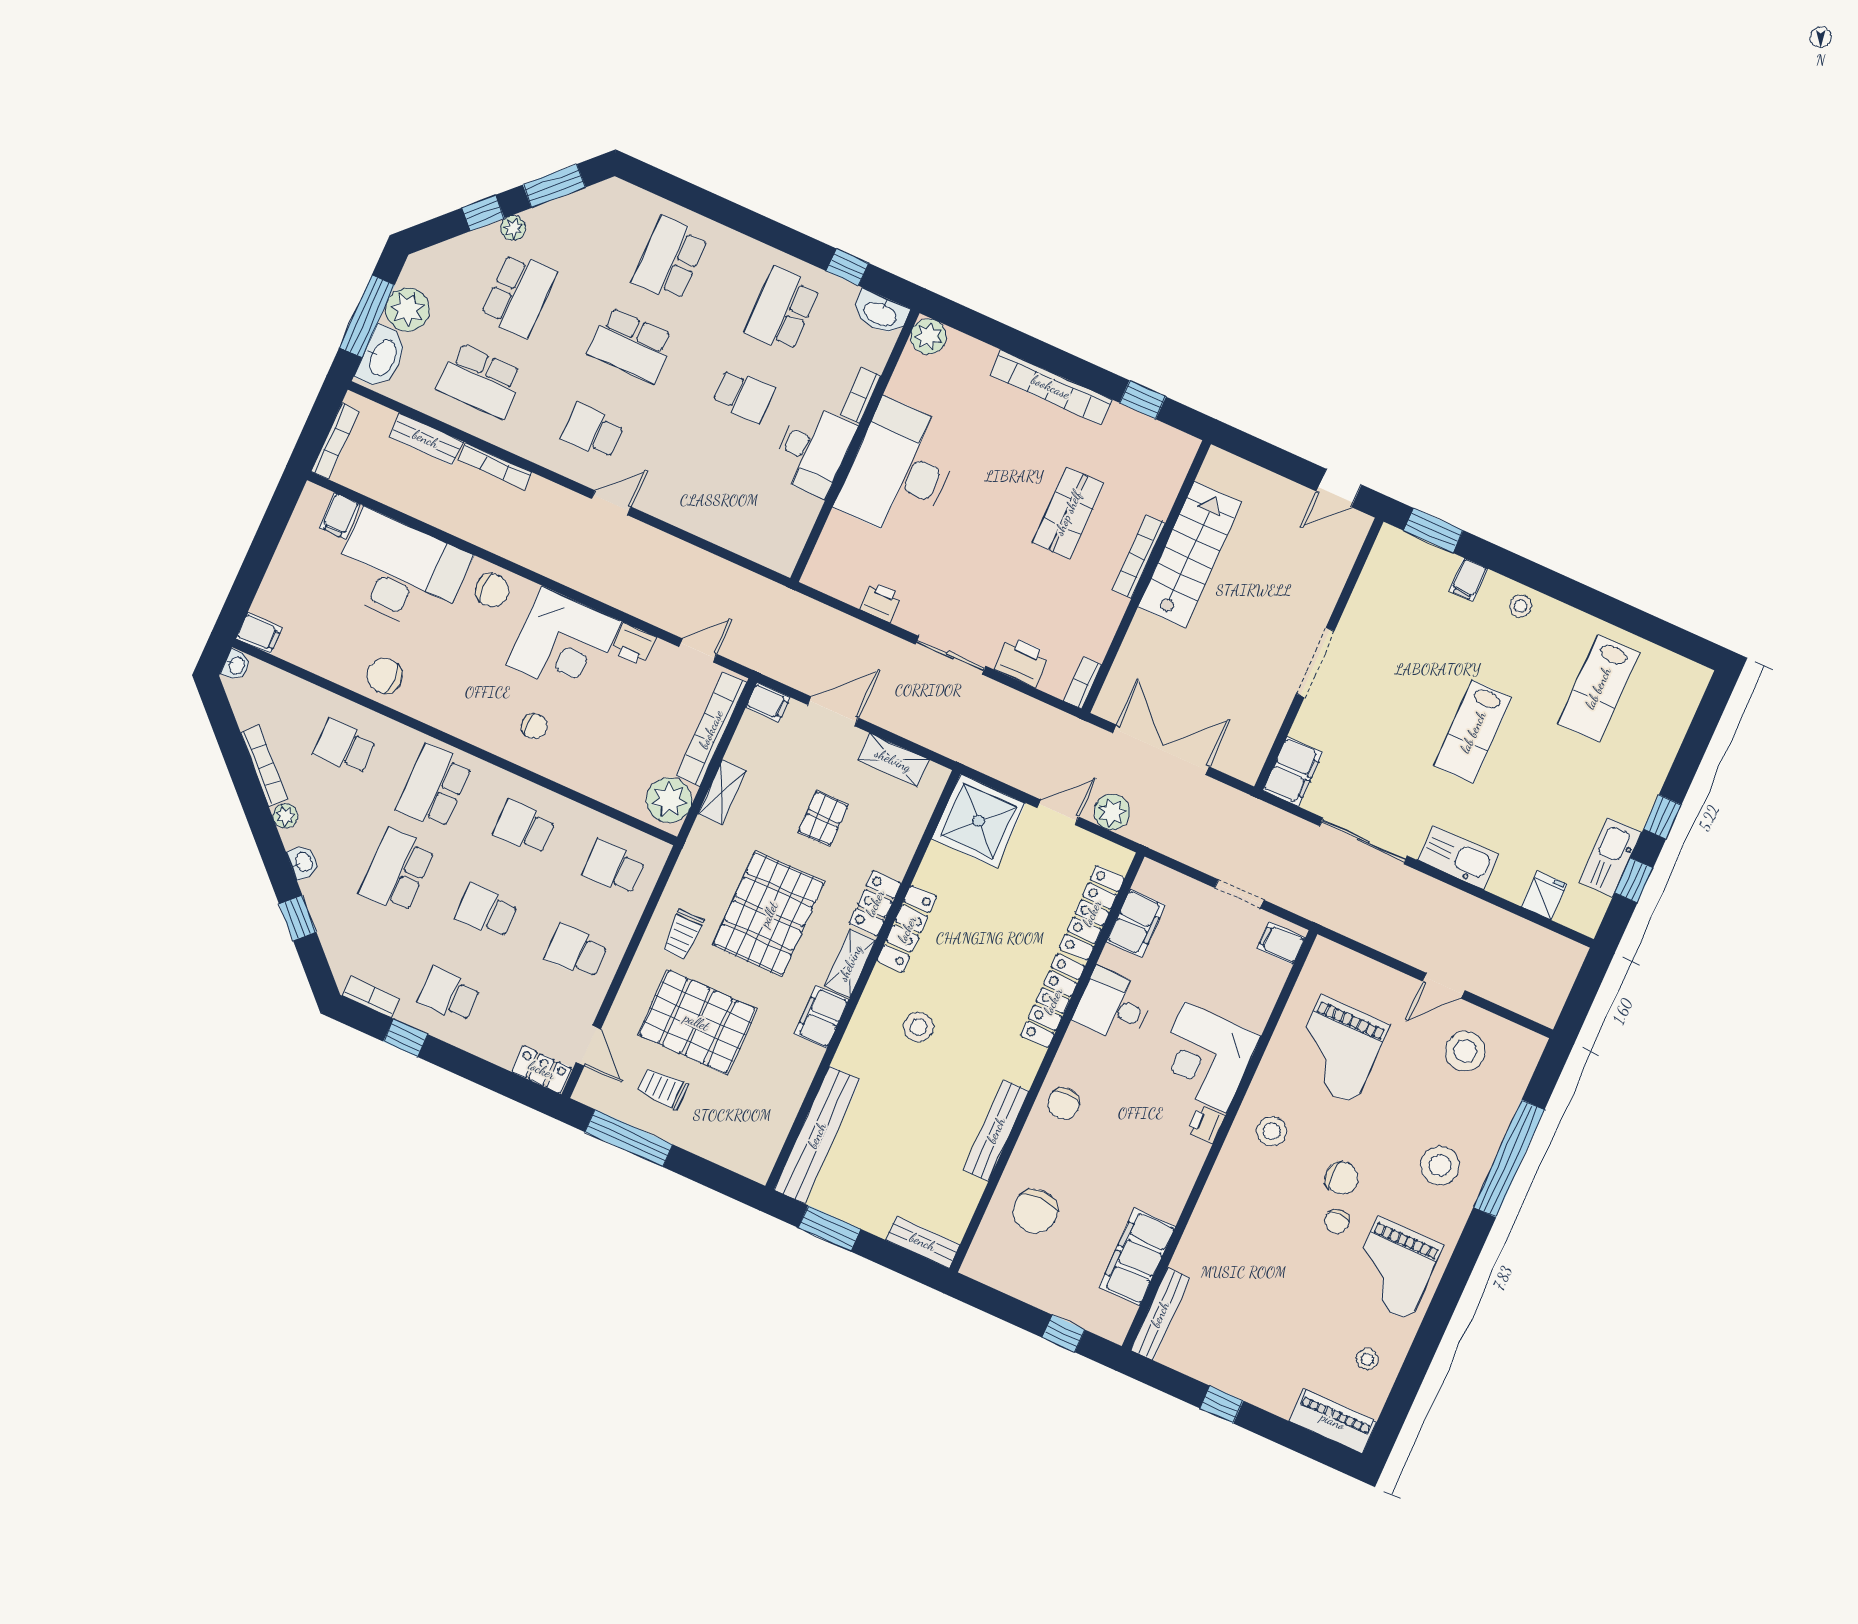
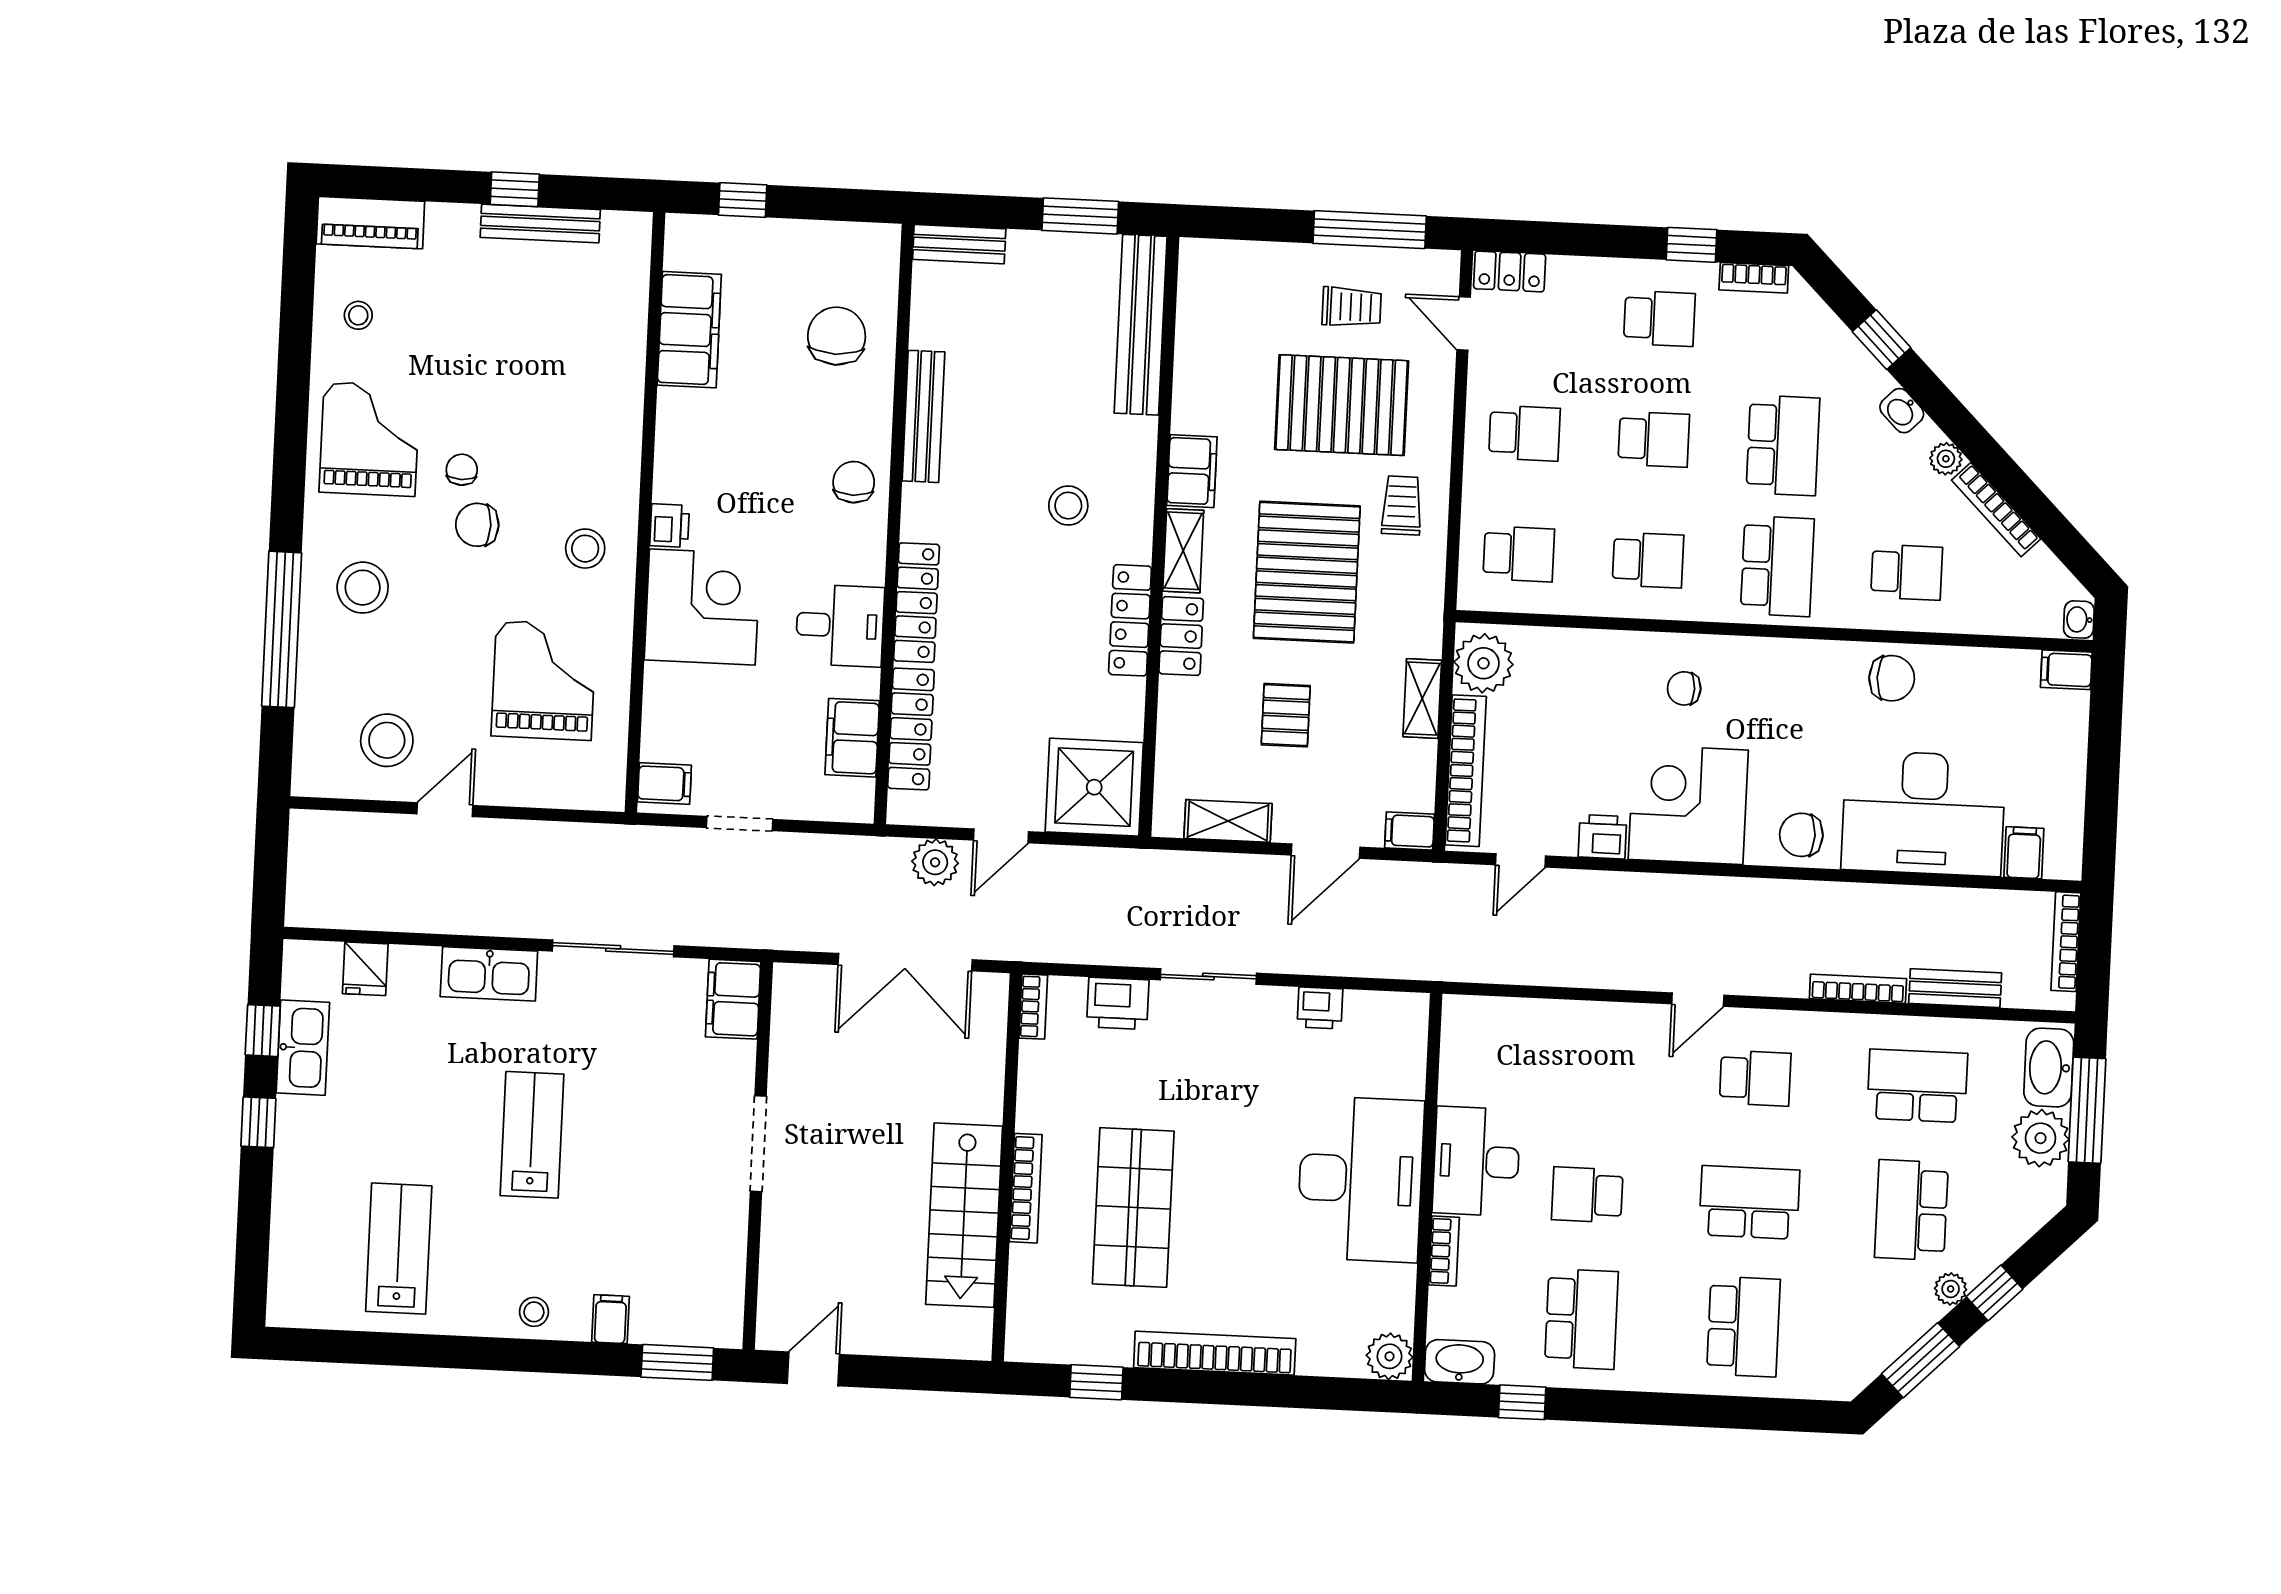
shop shelf: (1068, 513) -> (1133, 1207), width x1.43, depth x1.36
bench: (1160, 1314) -> (540, 224), moved, turned 90

